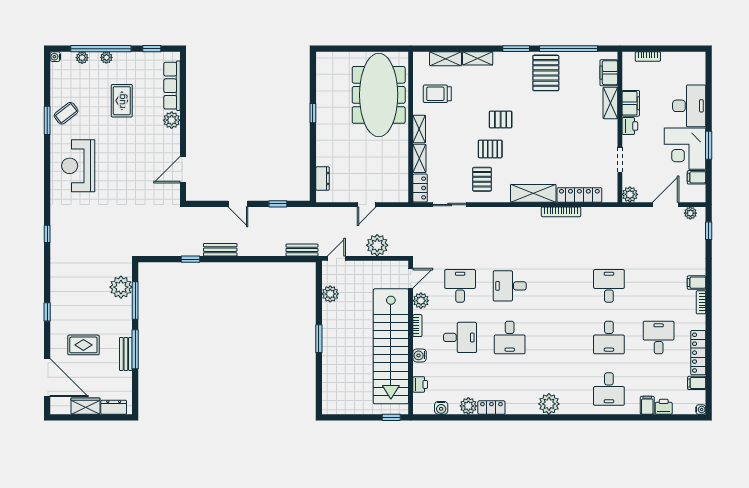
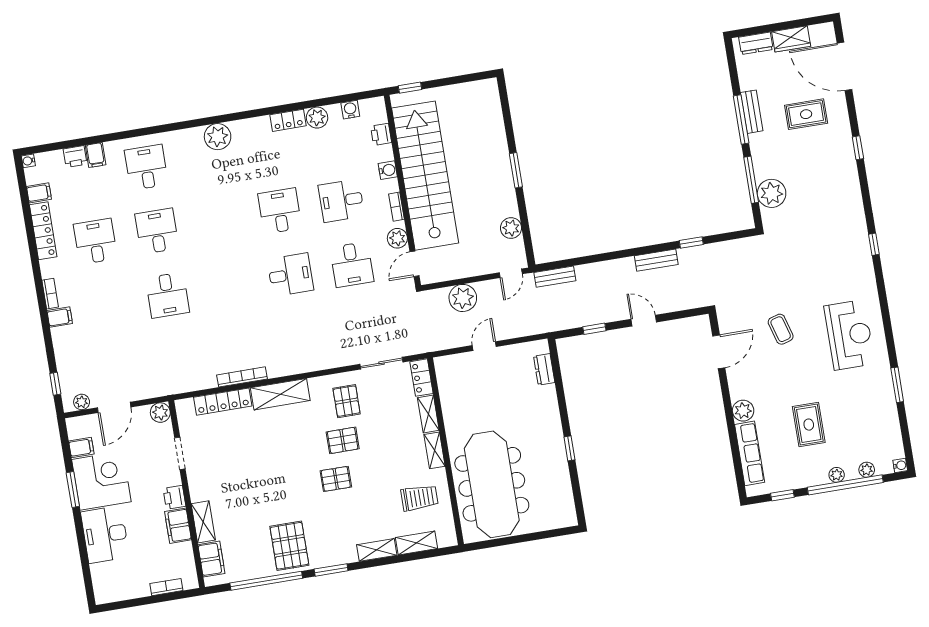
coffee table: (66, 113) -> (781, 329), moved, turned -68
desk: (659, 337) -> (95, 241), turned 180

